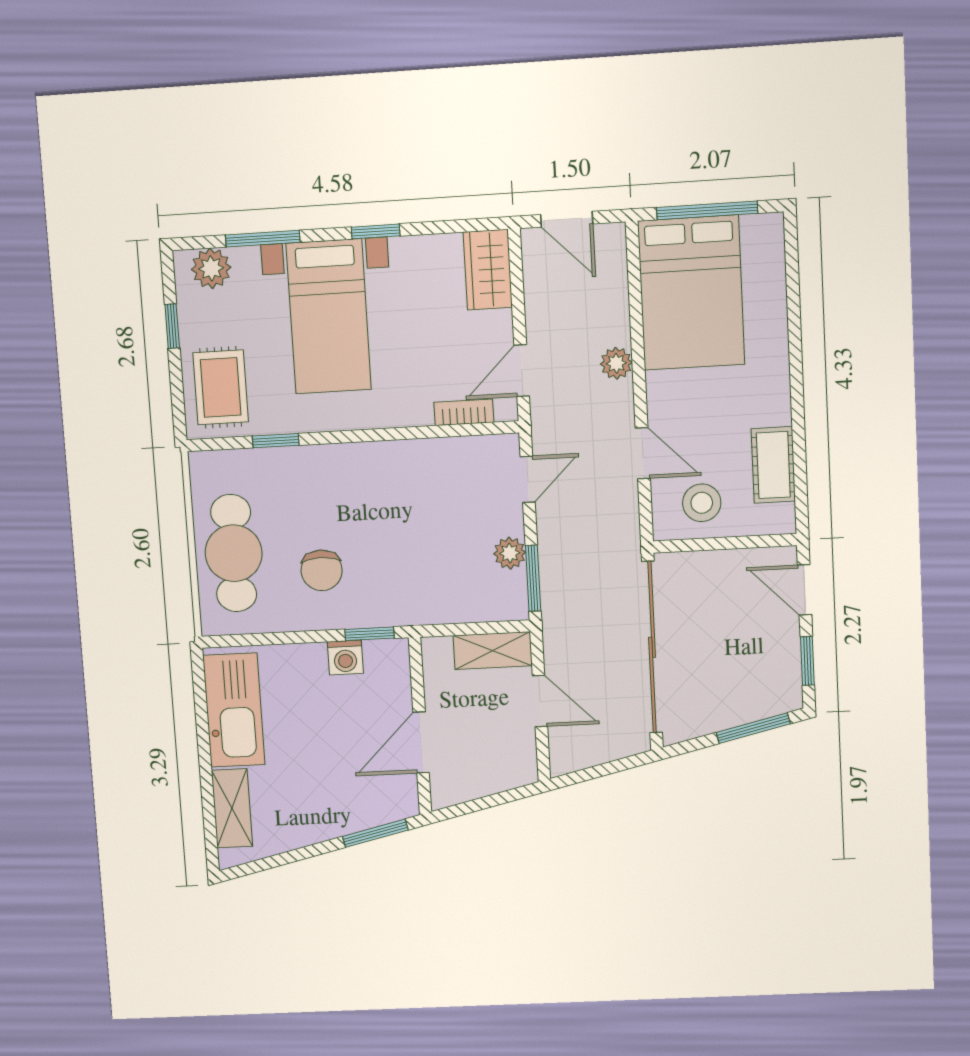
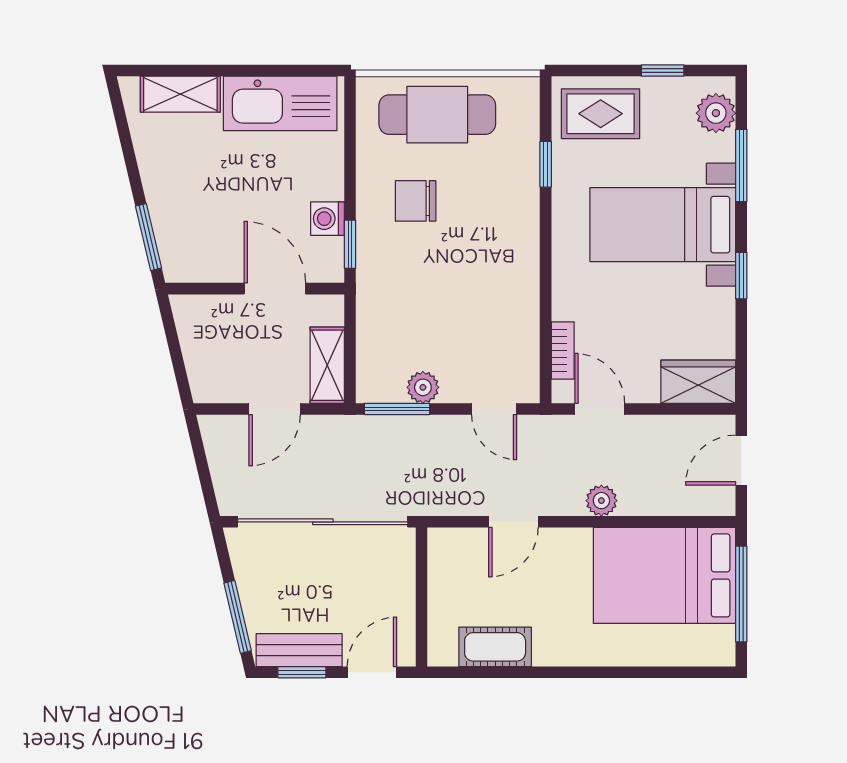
stool: (702, 503) -> (462, 576), removed
bench: (785, 665) -> (299, 650), added
door: (421, 742) -> (275, 289), moved

